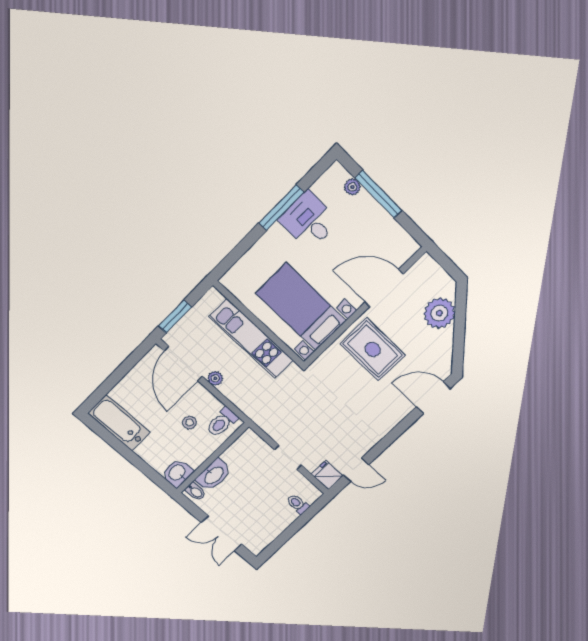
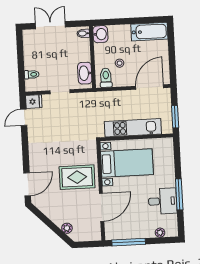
window: (379, 194) -> (129, 242), moved
plant: (439, 313) -> (67, 228), width x0.53, depth x0.53
window: (175, 316) -> (175, 117), moved
door: (183, 364) -> (150, 87), hinge flipped
plant: (215, 378) -> (130, 95), removed
washbasin: (214, 475) -> (85, 73), moved

